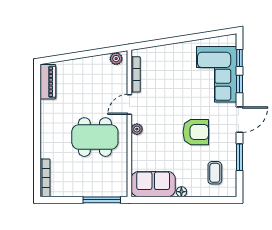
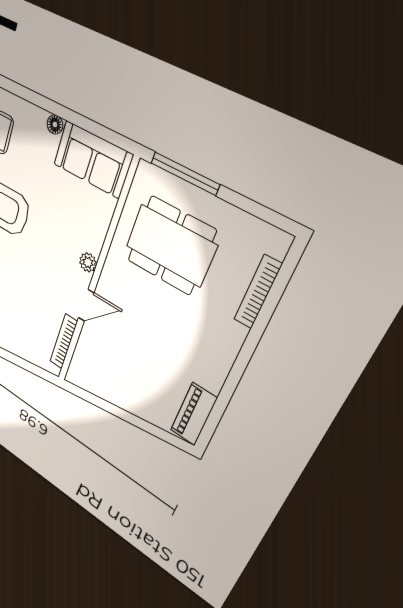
plant: (116, 59) -> (82, 380), removed
dining table: (95, 137) -> (171, 246), moved
bookcase: (45, 178) -> (258, 292), moved

